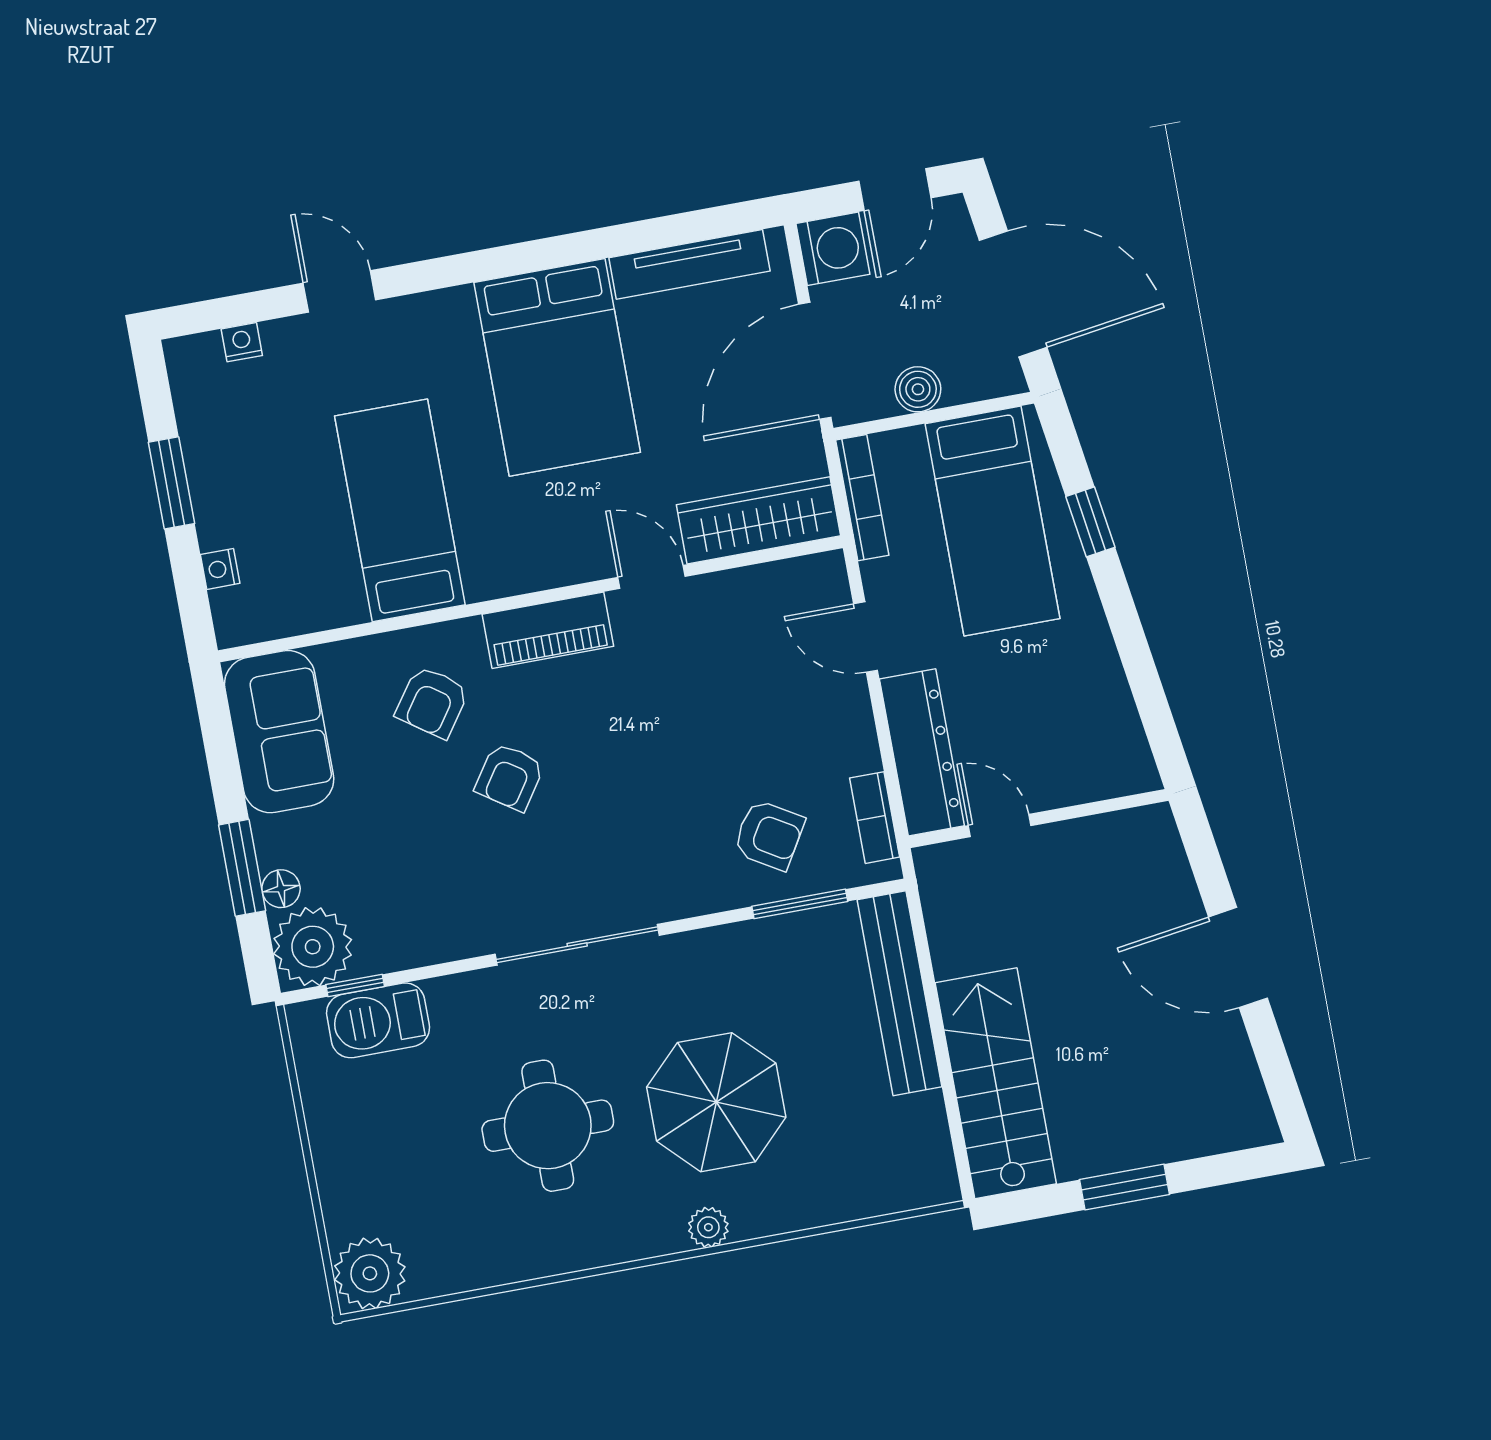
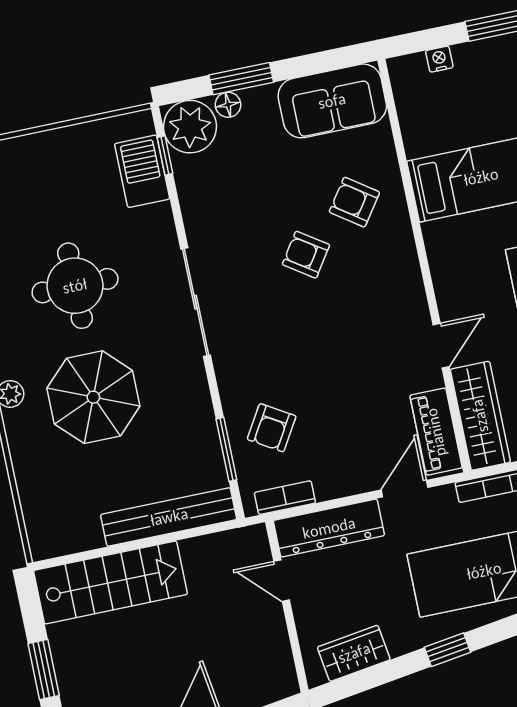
window: (1090, 522) -> (448, 650), moved
piano: (548, 630) -> (436, 432), moved
wardrobe: (1111, 720) -> (354, 653), added
door: (1000, 826) -> (282, 581), swing flipped

